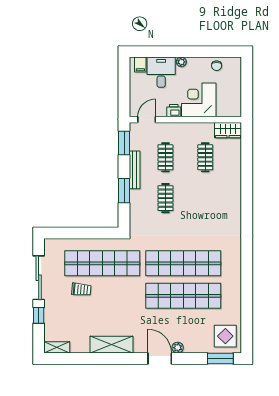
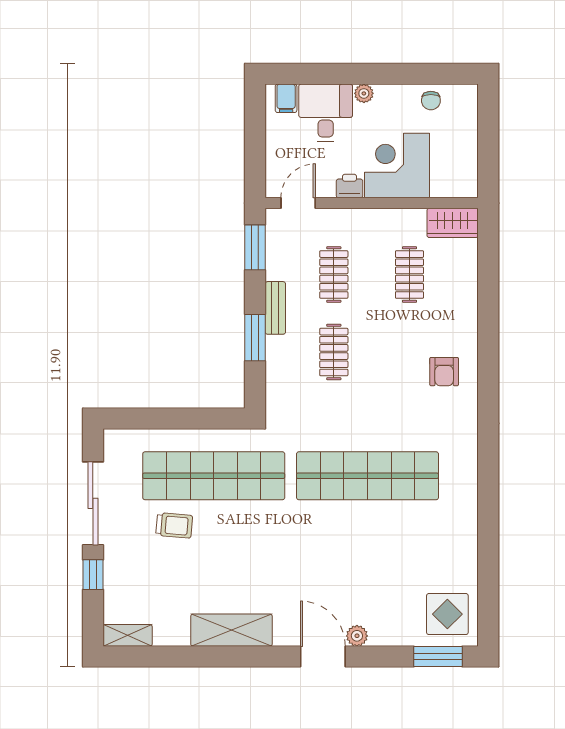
bench: (135, 170) -> (275, 308), width x0.73
armchair: (224, 208) -> (444, 372), added
shop shelf: (183, 296) -> (367, 537), removed

